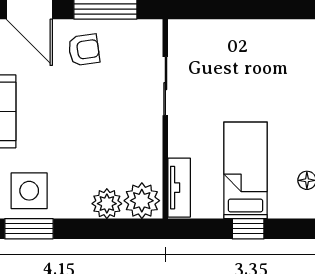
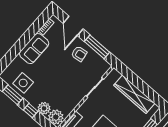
wardrobe: (248, 36) -> (134, 94), added
window: (86, 229) -> (31, 111), added

